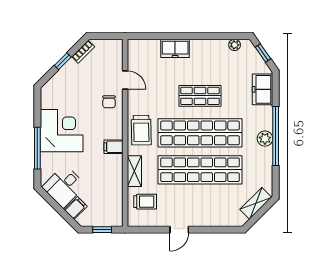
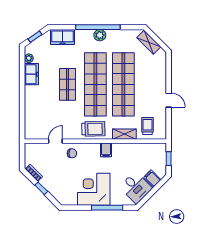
freezer: (175, 48) -> (31, 74), moved

